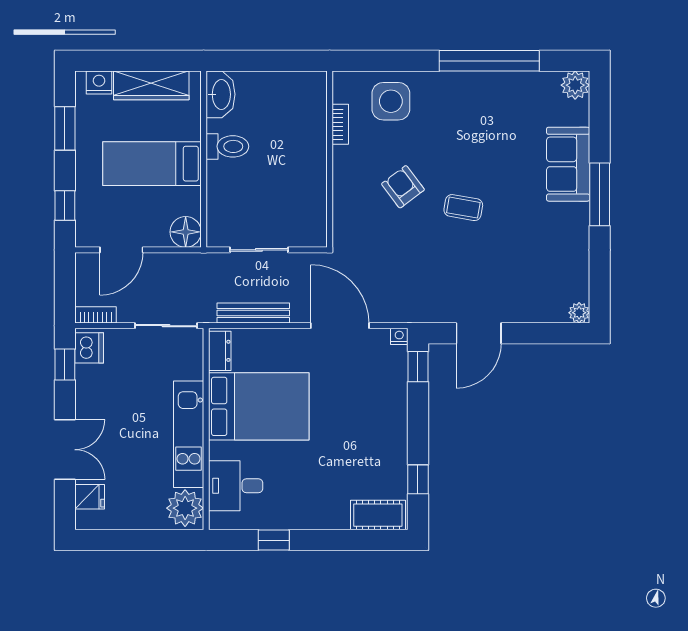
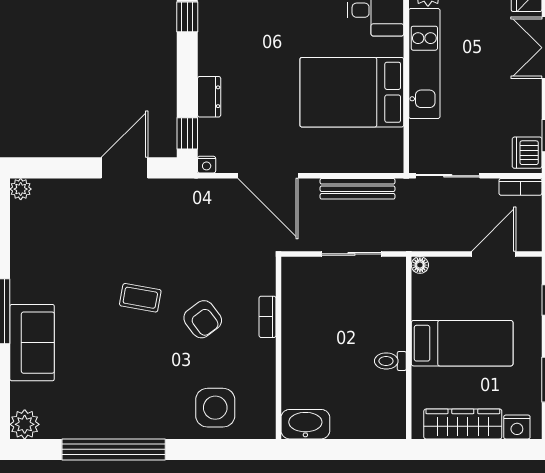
washbasin: (221, 94) -> (305, 424), moved, turned 90
bookcase: (340, 124) -> (268, 317), moved
toilet: (227, 146) -> (390, 361), width x0.73, depth x0.72
floor lamp: (186, 232) -> (420, 265), width x0.53, depth x0.53
dresser: (220, 351) -> (209, 97), moved, turned 180

